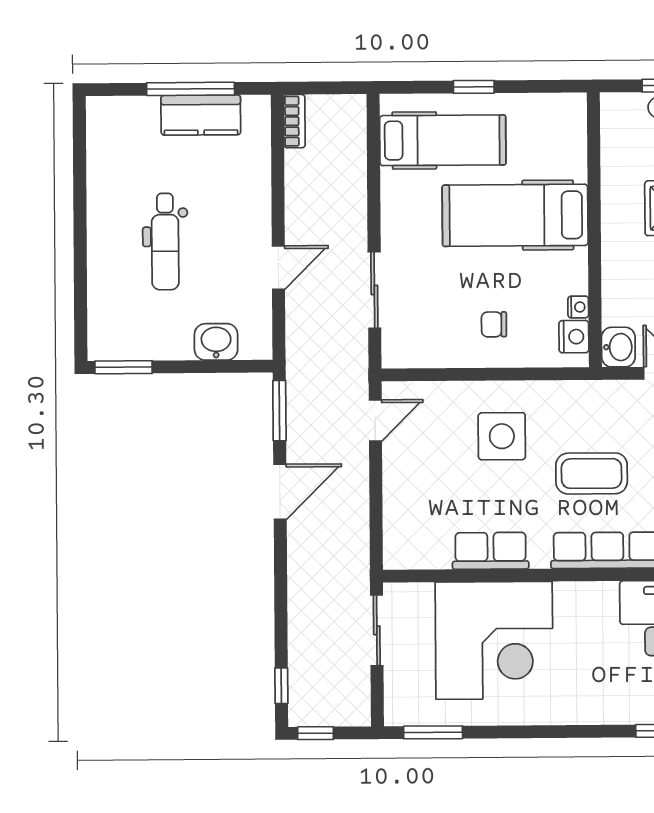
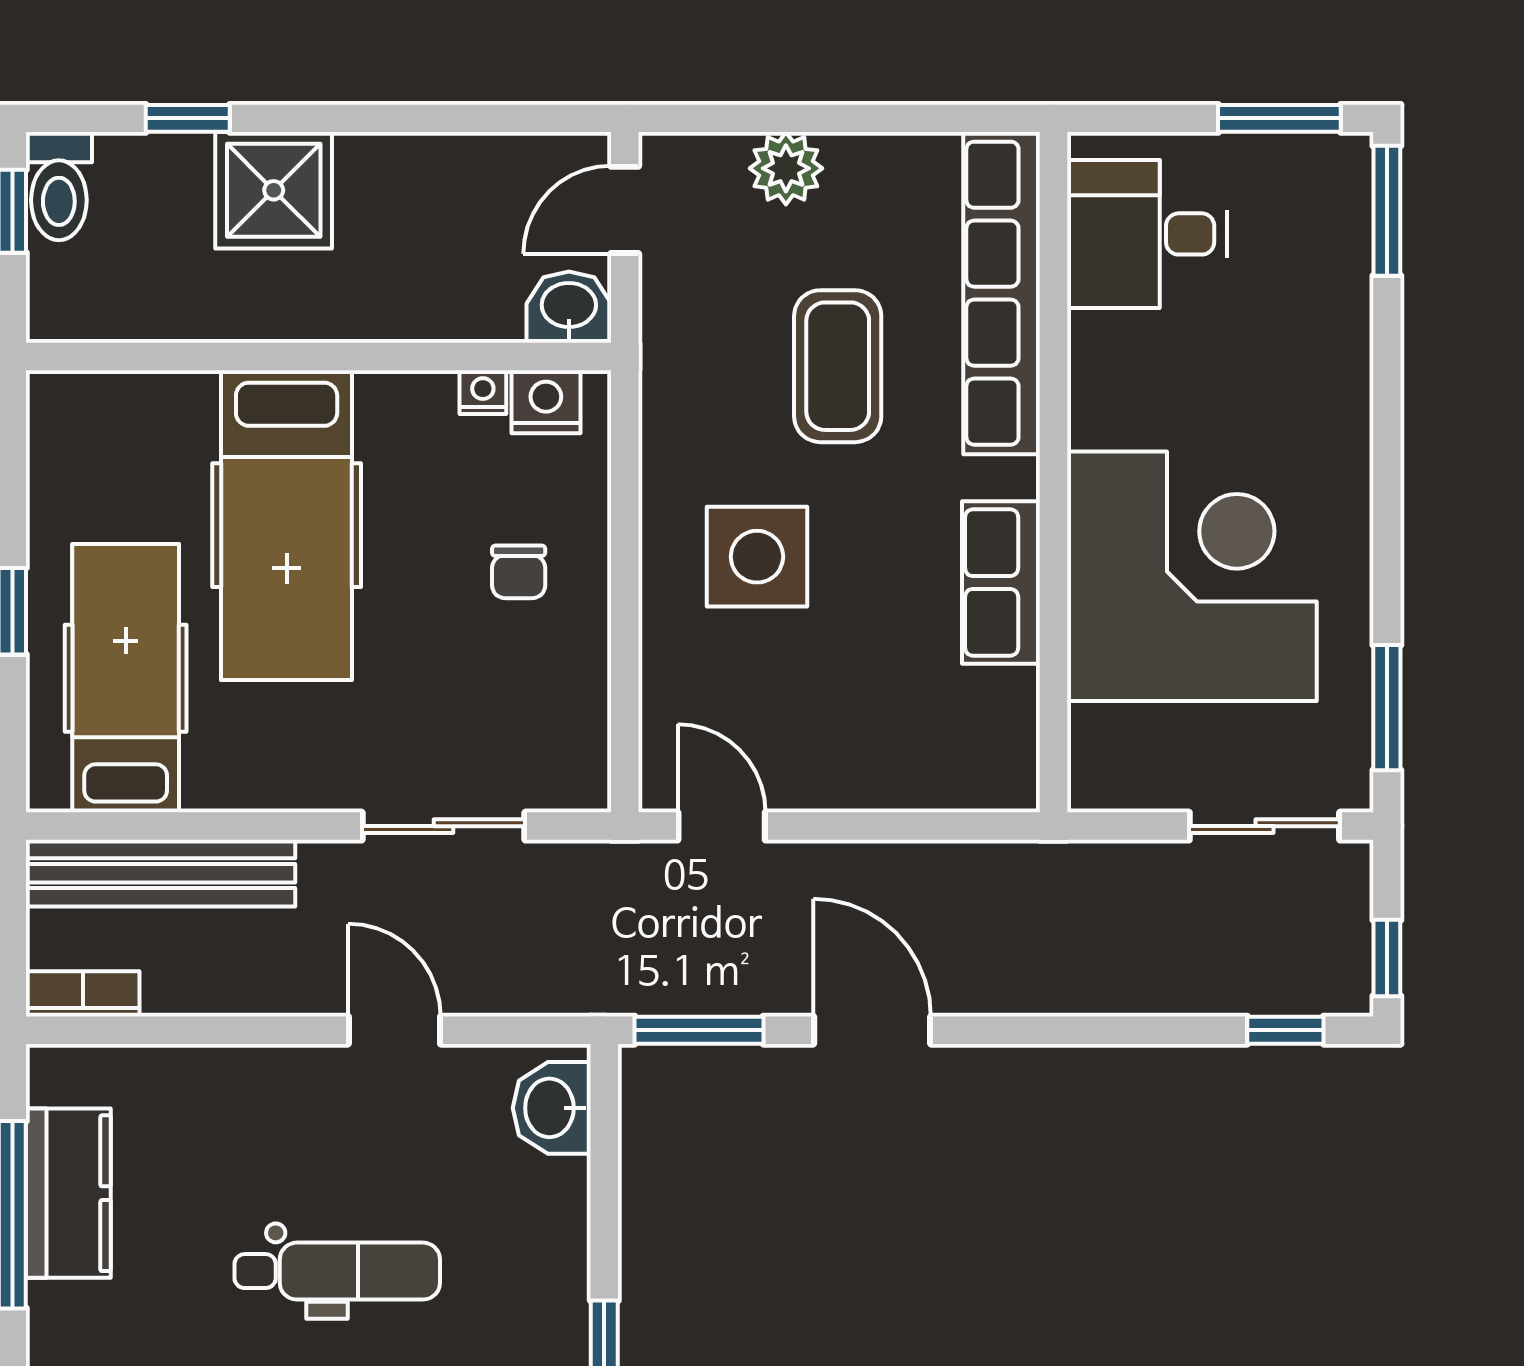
bench: (351, 157) -> (160, 873), added
washbasin: (216, 342) -> (552, 1108), moved
sliding door: (377, 630) -> (1264, 826), moved

